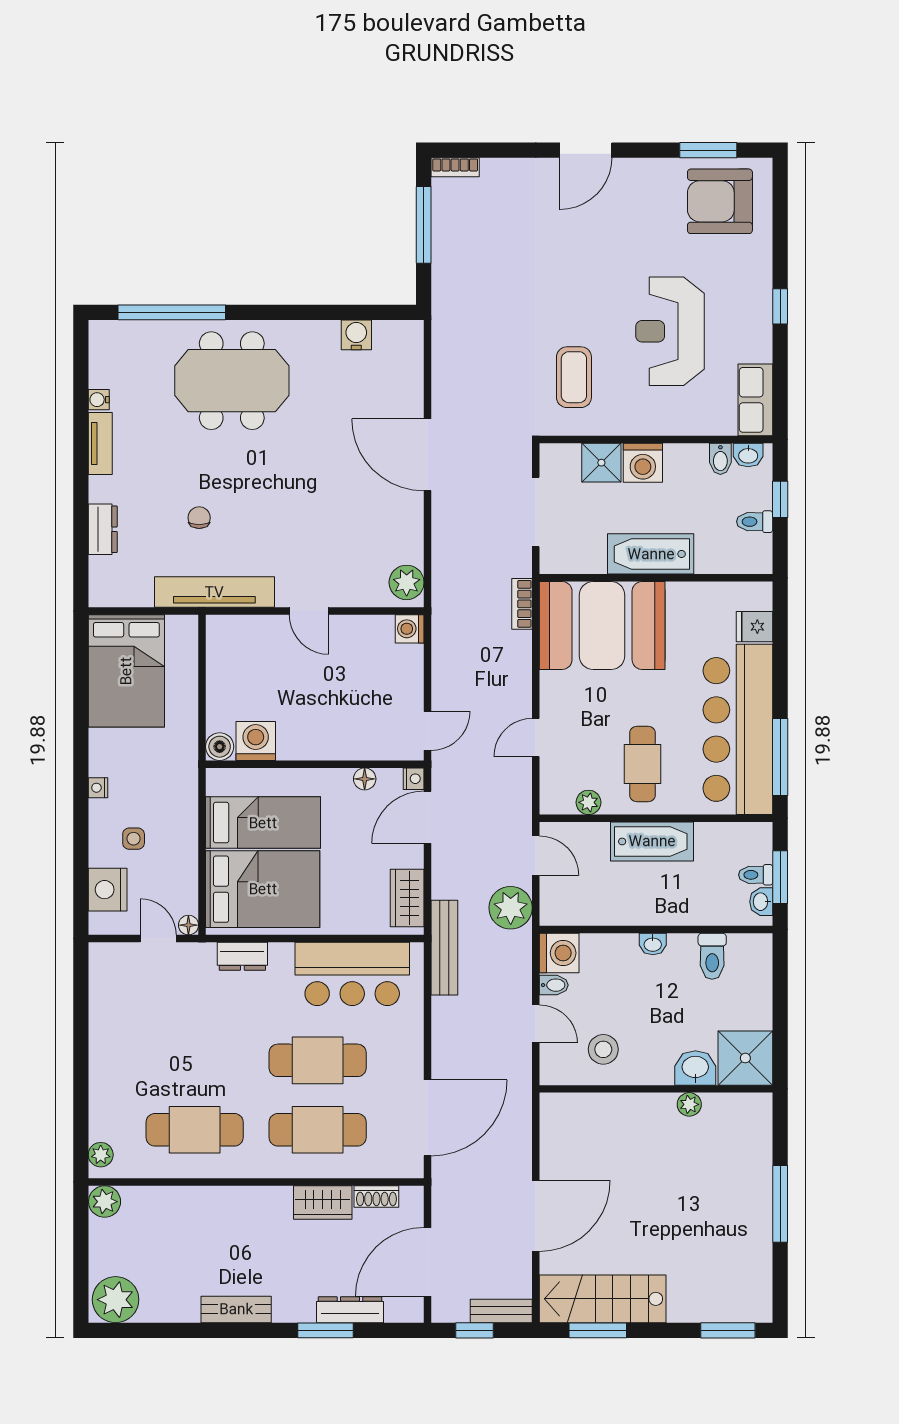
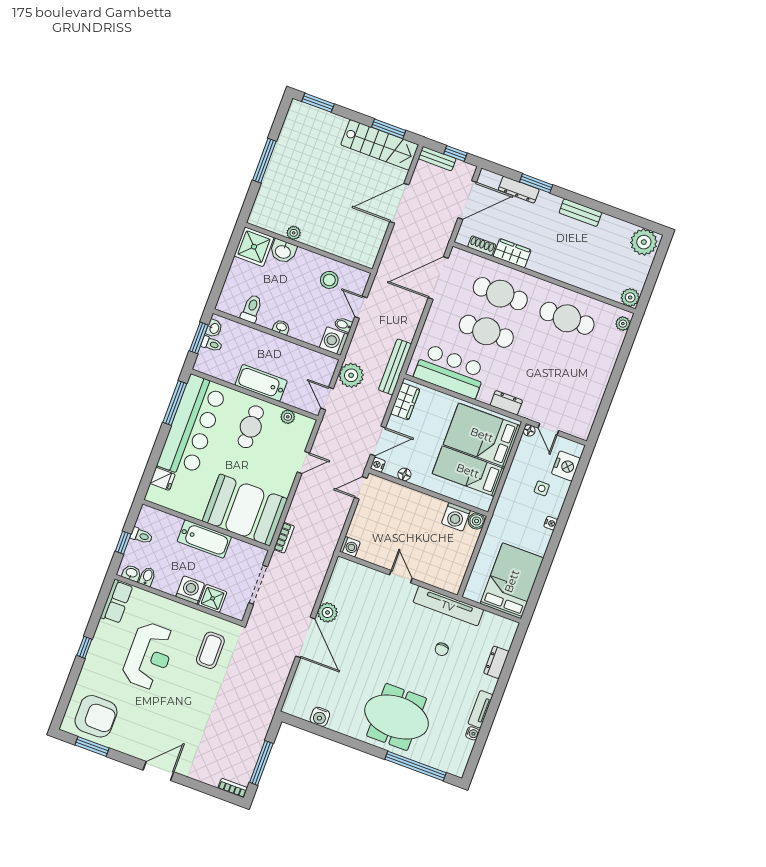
plant: (407, 582) -> (328, 612), moved

